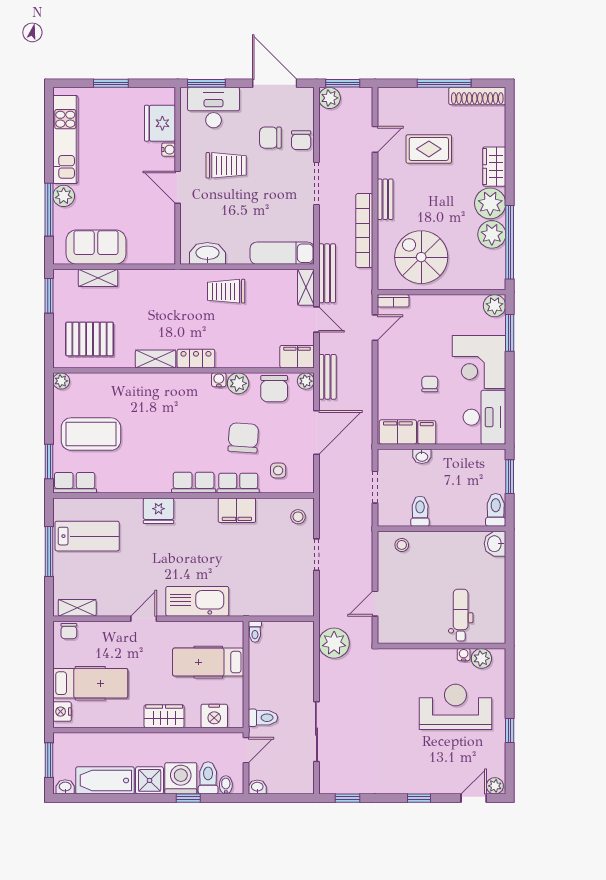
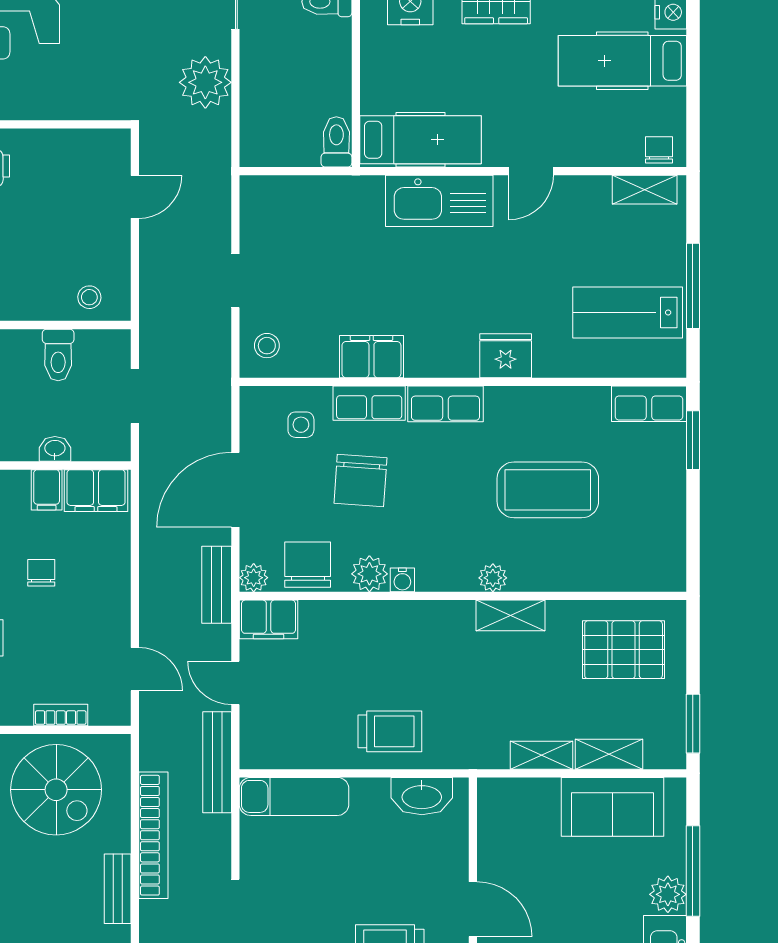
shelving: (306, 287) -> (541, 755), moved, turned 90
bookcase: (393, 301) -> (61, 715), moved
door: (375, 328) -> (135, 669), swing flipped
locker: (196, 359) -> (441, 616), removed
plant: (61, 381) -> (493, 578), moved
chair: (430, 384) -> (41, 573), turned 180
coffee table: (91, 434) -> (548, 490), moved
toilet: (255, 632) -> (336, 142), width x1.37, depth x1.39
plant: (334, 643) -> (205, 82), moved
hospital bed: (208, 662) -> (421, 140), moved

